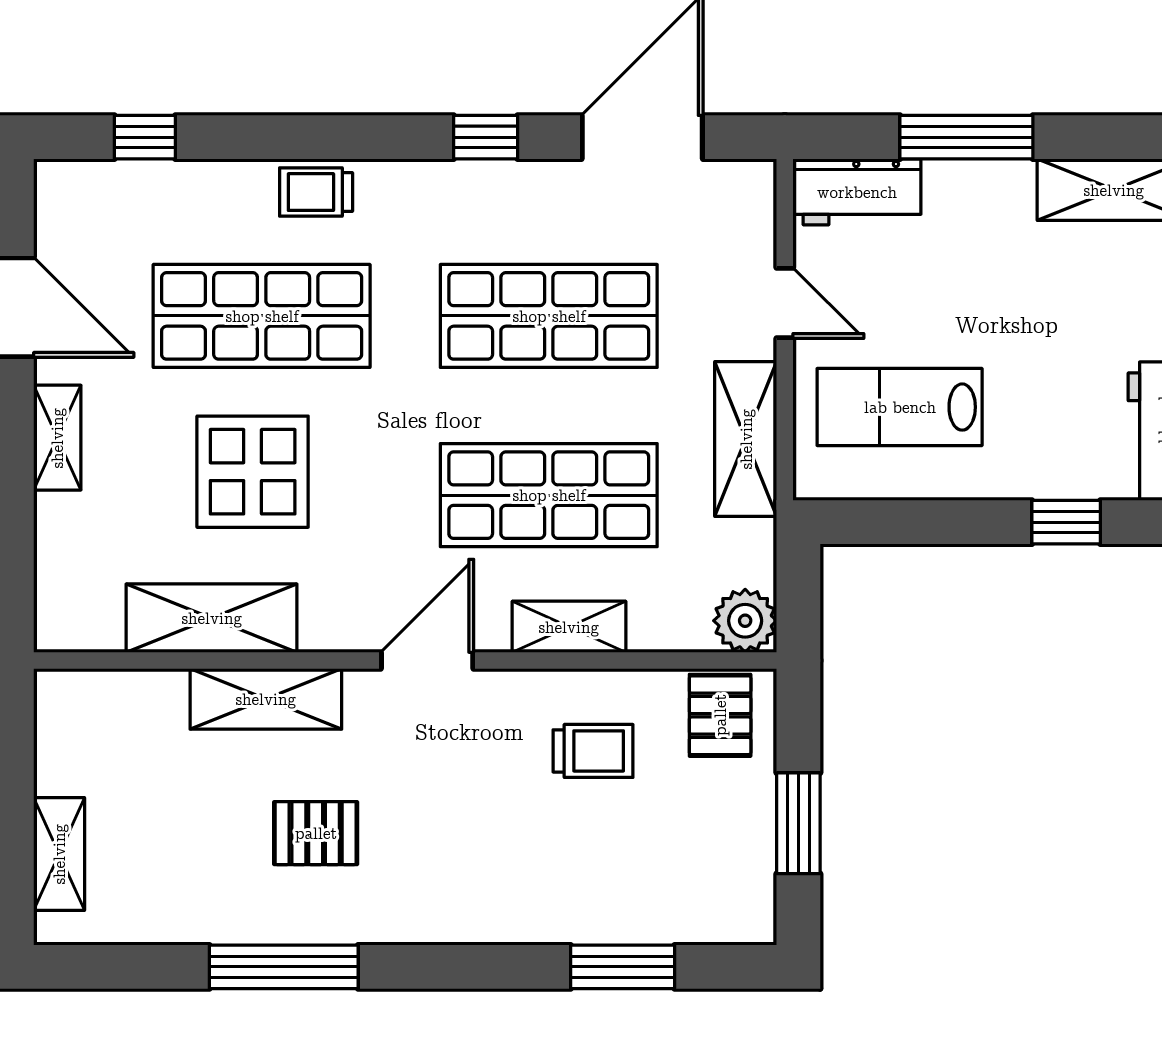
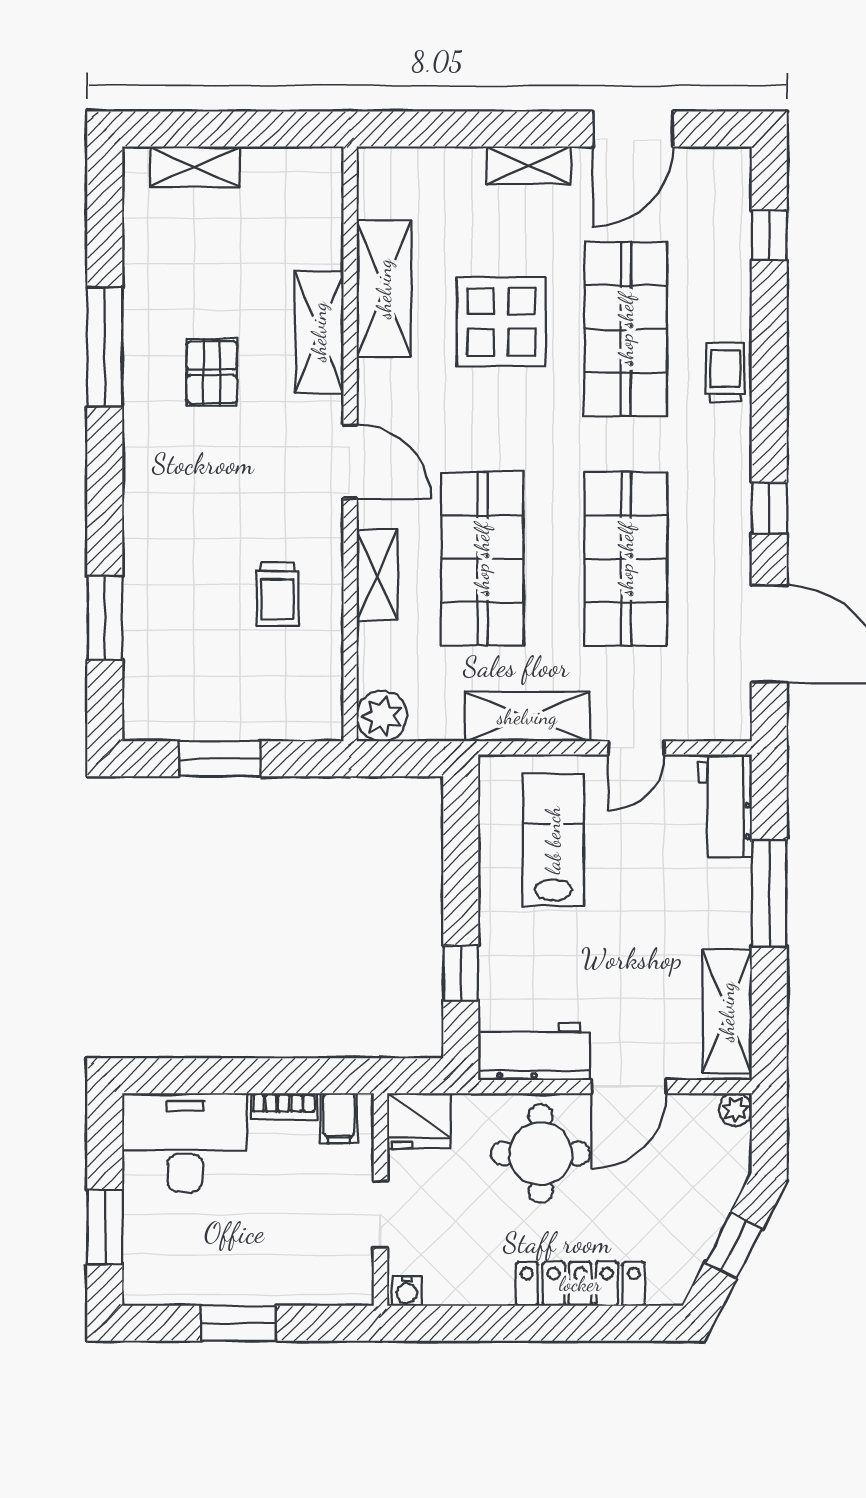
pallet: (720, 715) -> (306, 696), removed

